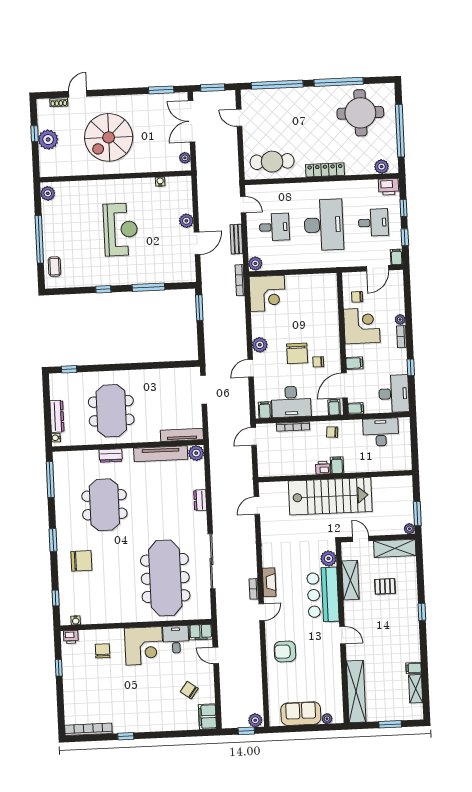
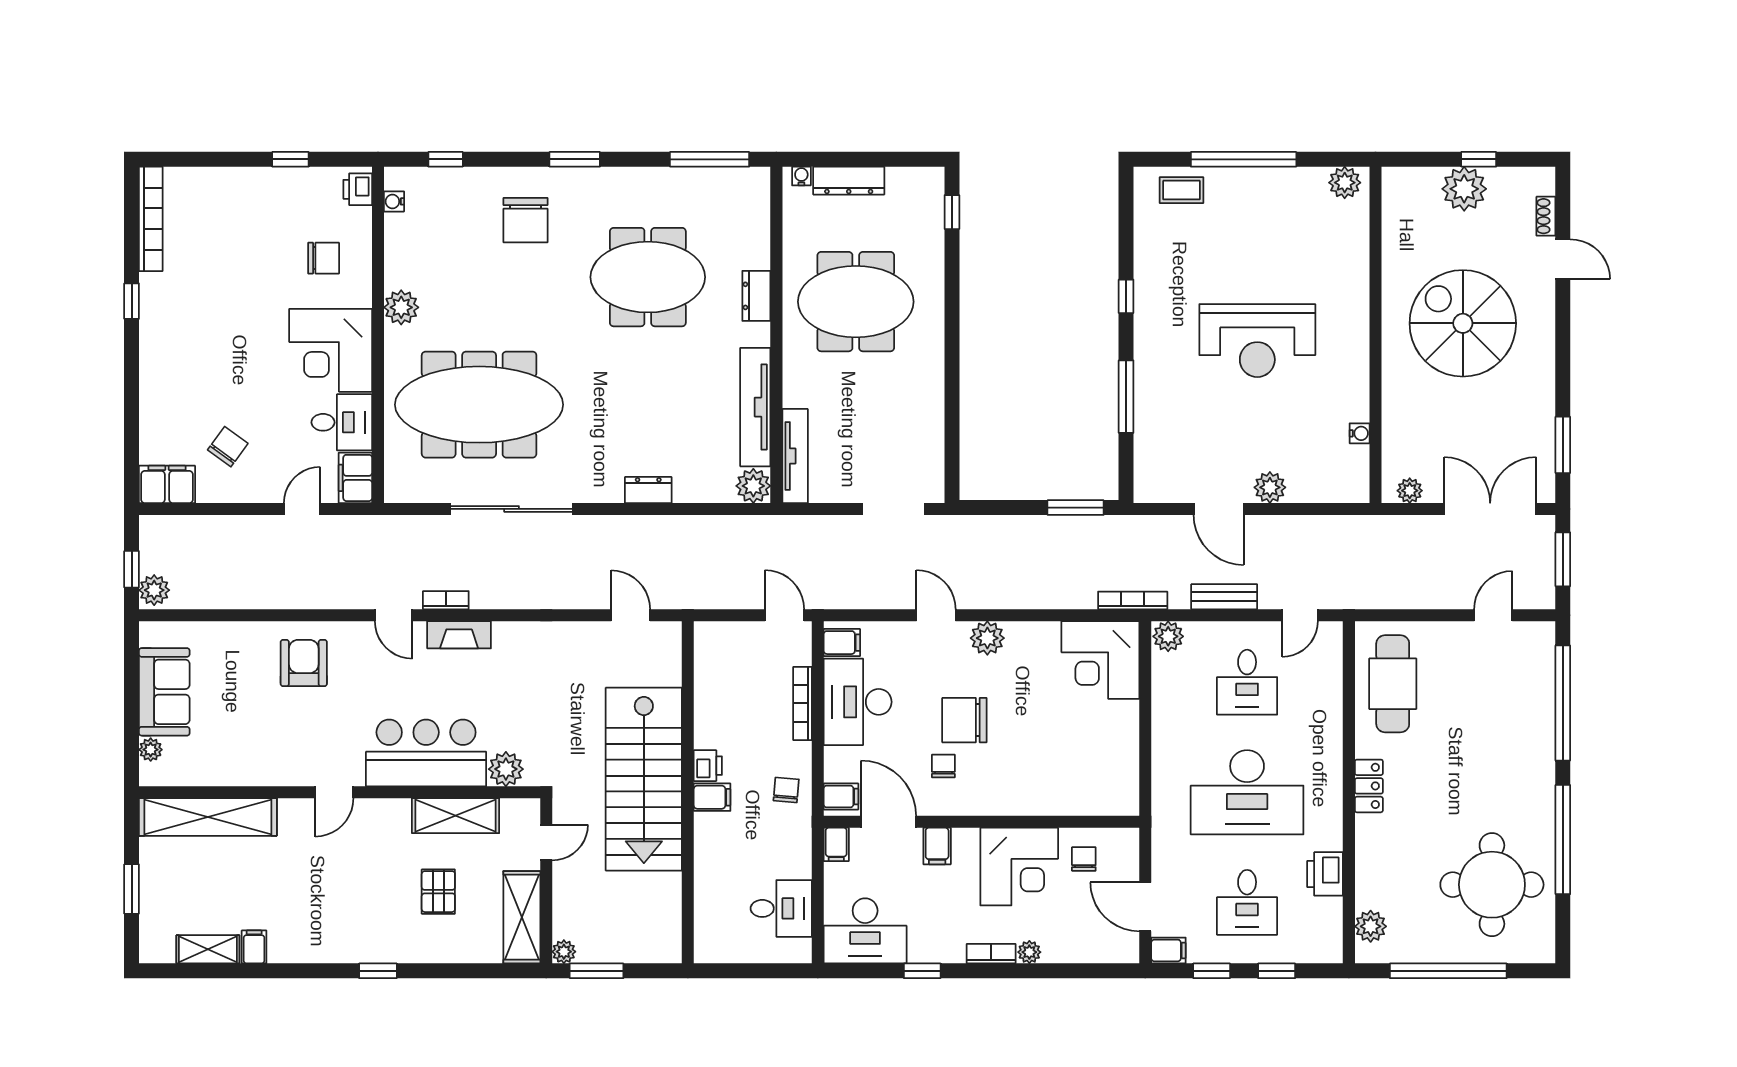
locker: (325, 170) -> (1369, 786), width x0.66
printer: (389, 187) -> (1325, 874), moved
desk: (381, 432) -> (781, 908), width x0.73
plant: (123, 615) -> (401, 307), added

